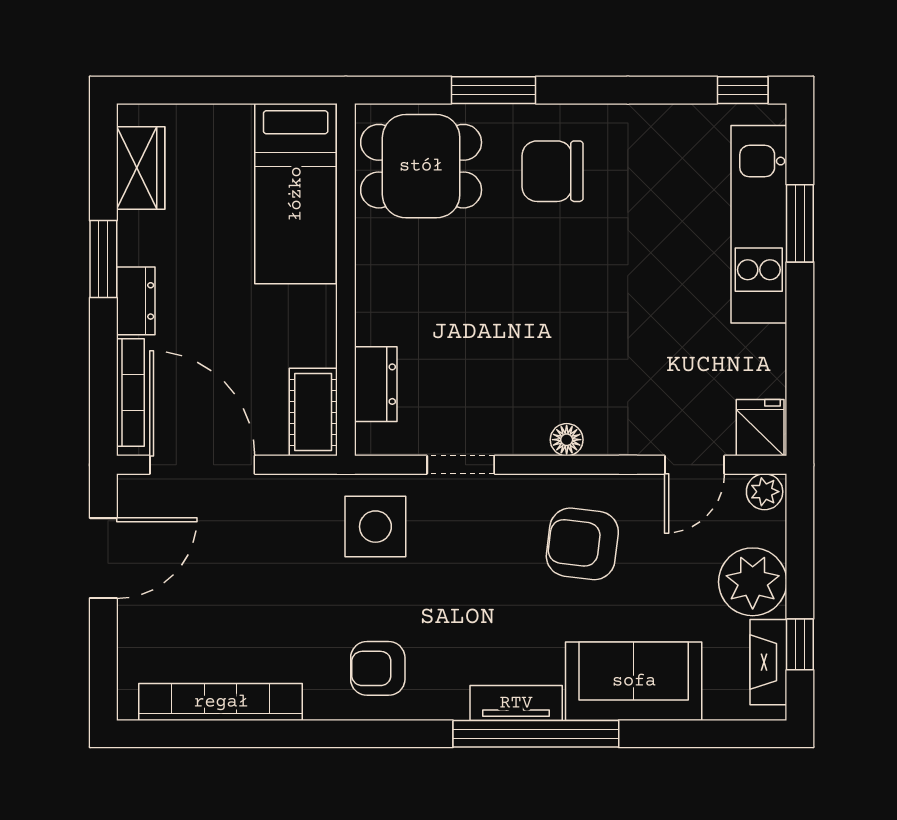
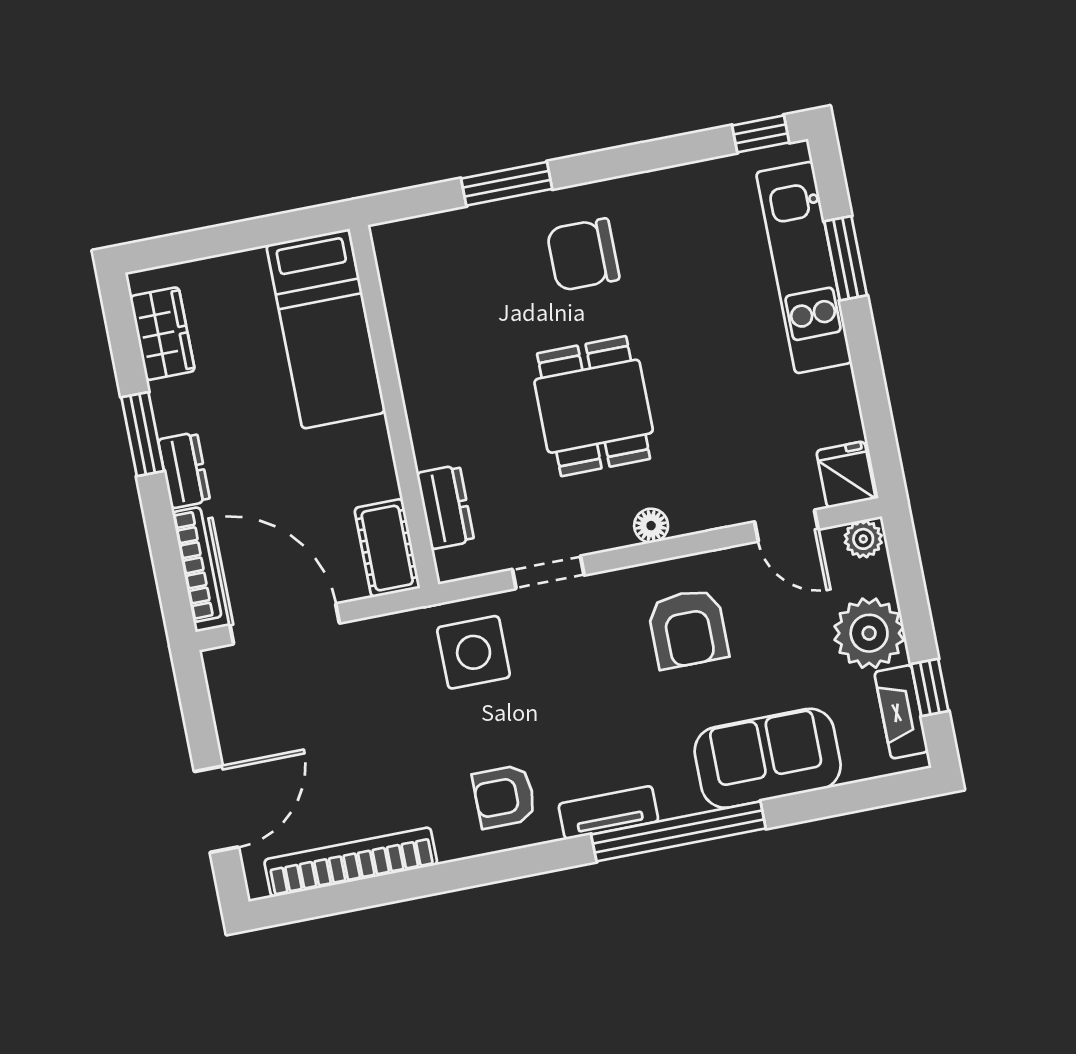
dining table: (421, 166) -> (594, 406), moved, turned 90
door: (695, 465) -> (786, 526), hinge flipped
armchair: (582, 544) -> (688, 629), turned -97
door: (103, 558) -> (216, 809), moved
tv unit: (516, 703) -> (608, 813), moved

